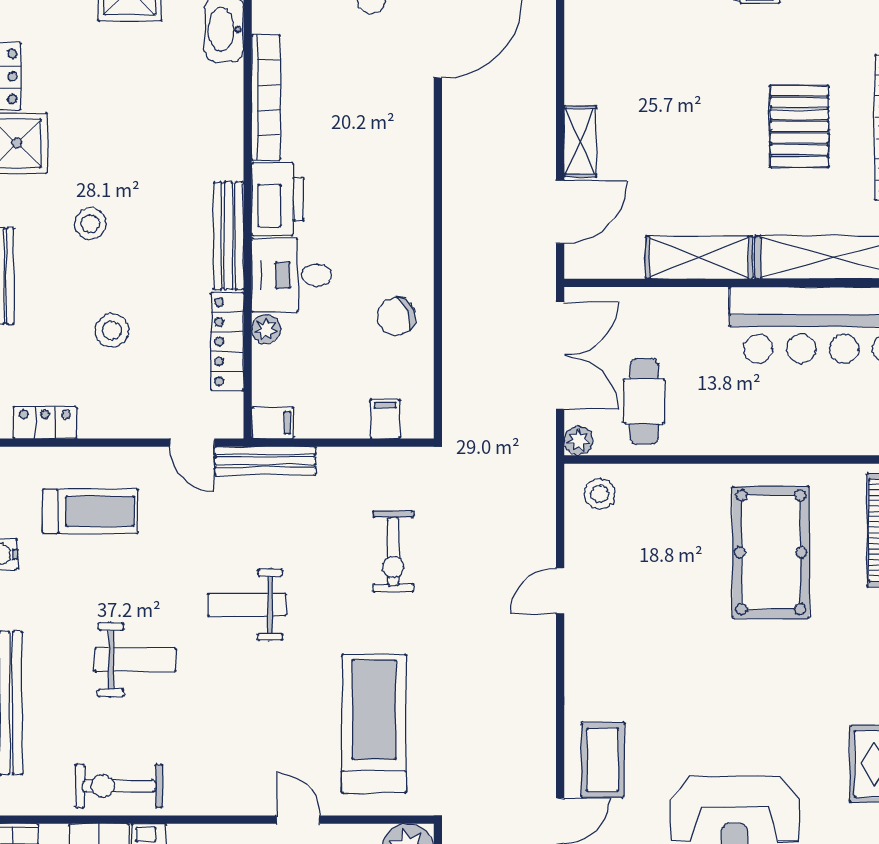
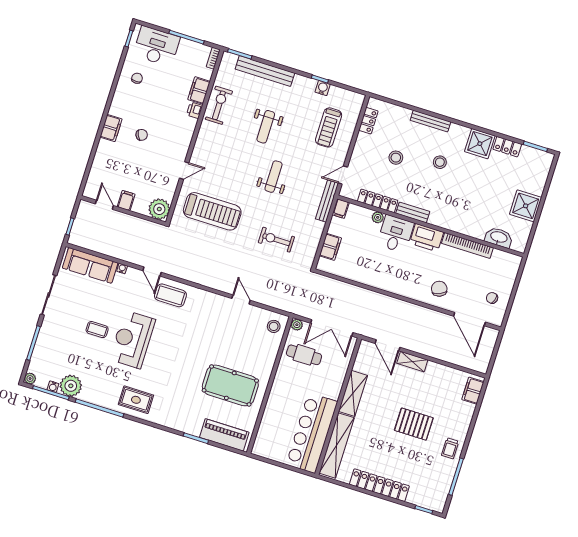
pallet: (799, 126) -> (414, 424), moved
bench: (228, 236) -> (413, 212), width x0.73
chair: (396, 316) -> (439, 289), moved
filing cabinet: (385, 419) -> (330, 247), width x2.00

